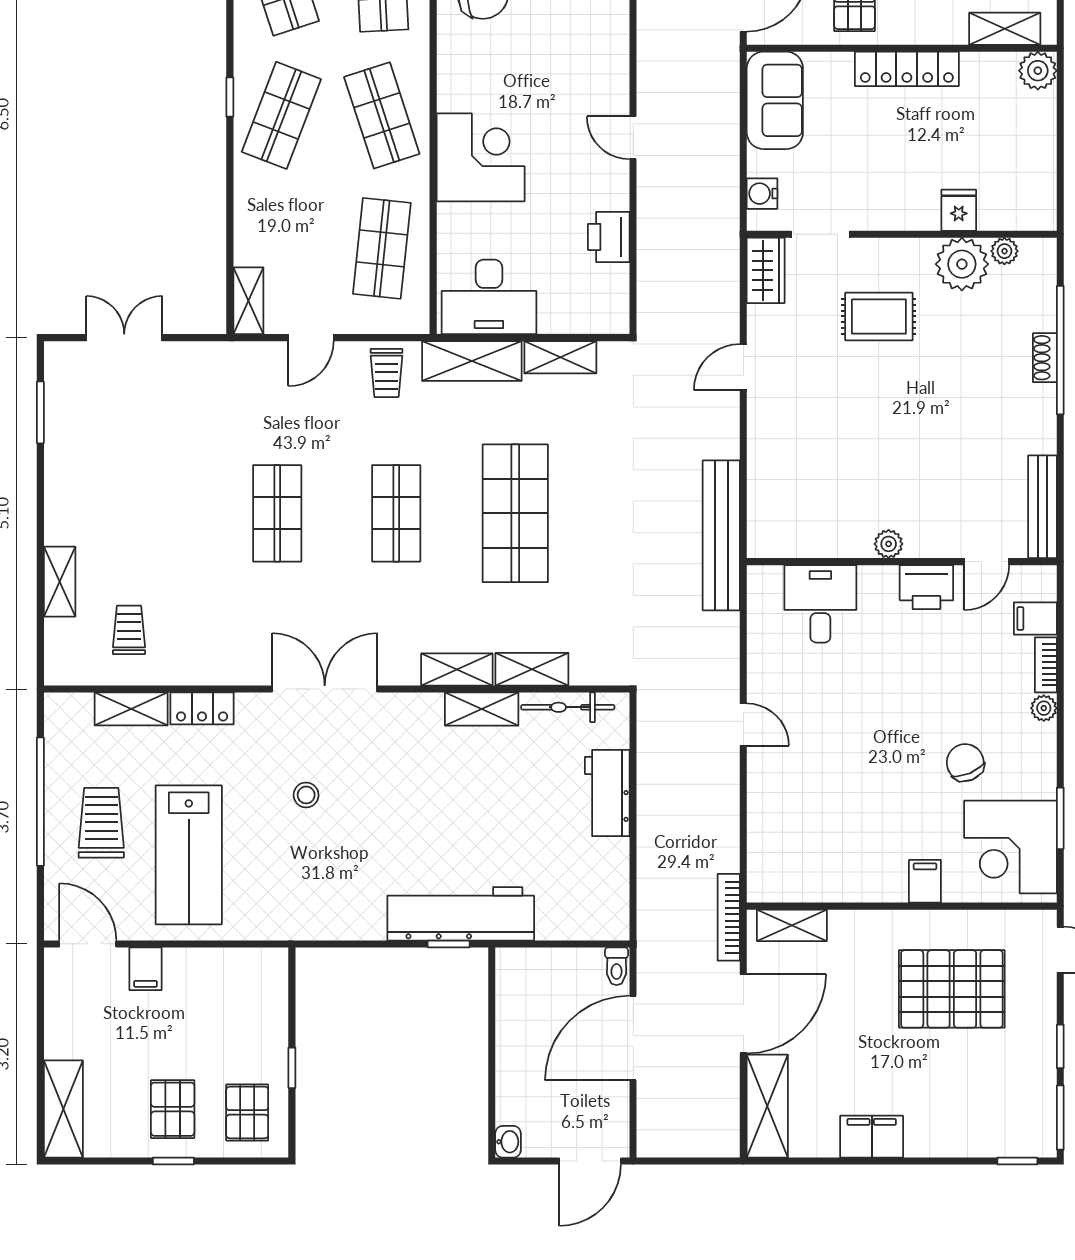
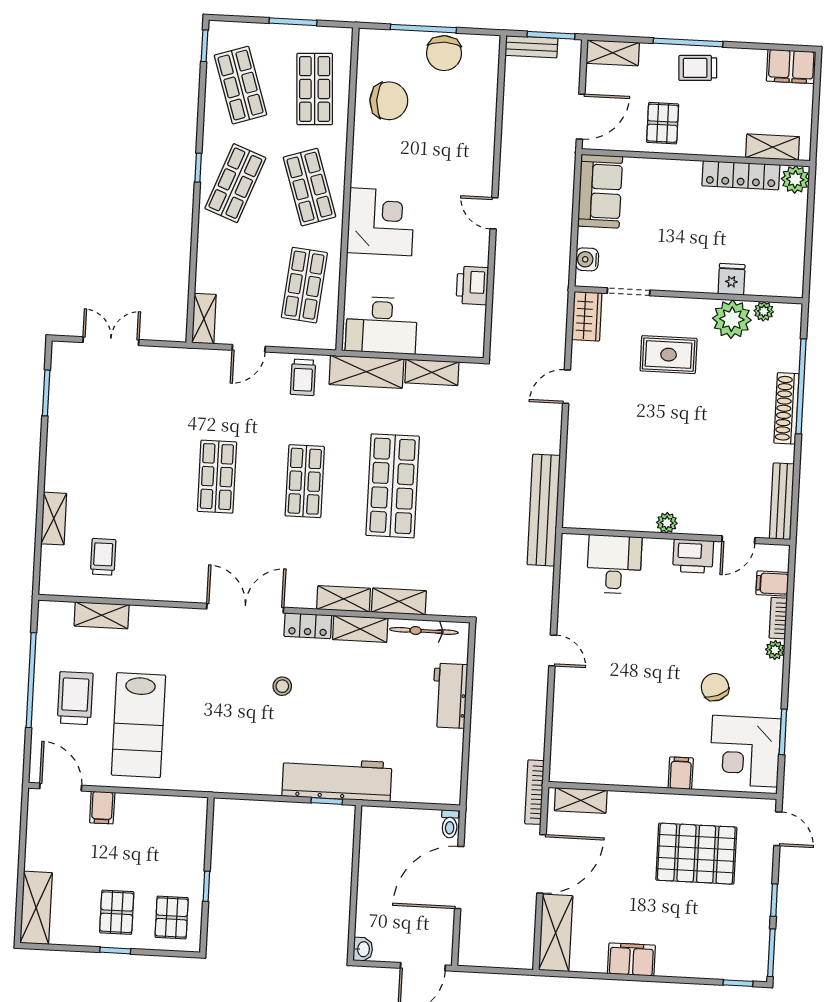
locker: (907, 69) -> (741, 175), moved
shoe rack: (1045, 358) -> (786, 408), width x1.94, depth x1.24
locker: (202, 708) -> (308, 626), moved
stool: (306, 795) -> (282, 686), moved

